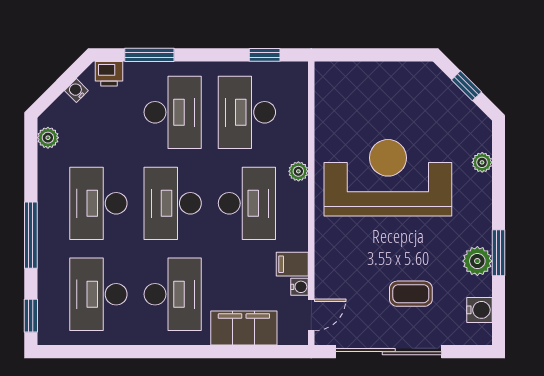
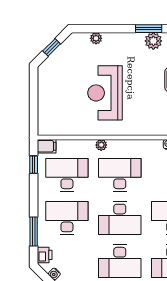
desk: (247, 112) -> (67, 175), turned 180
reception desk: (388, 178) -> (105, 93), width x0.74, depth x0.77
filing cabinet: (292, 264) -> (47, 146), moved, turned -90

